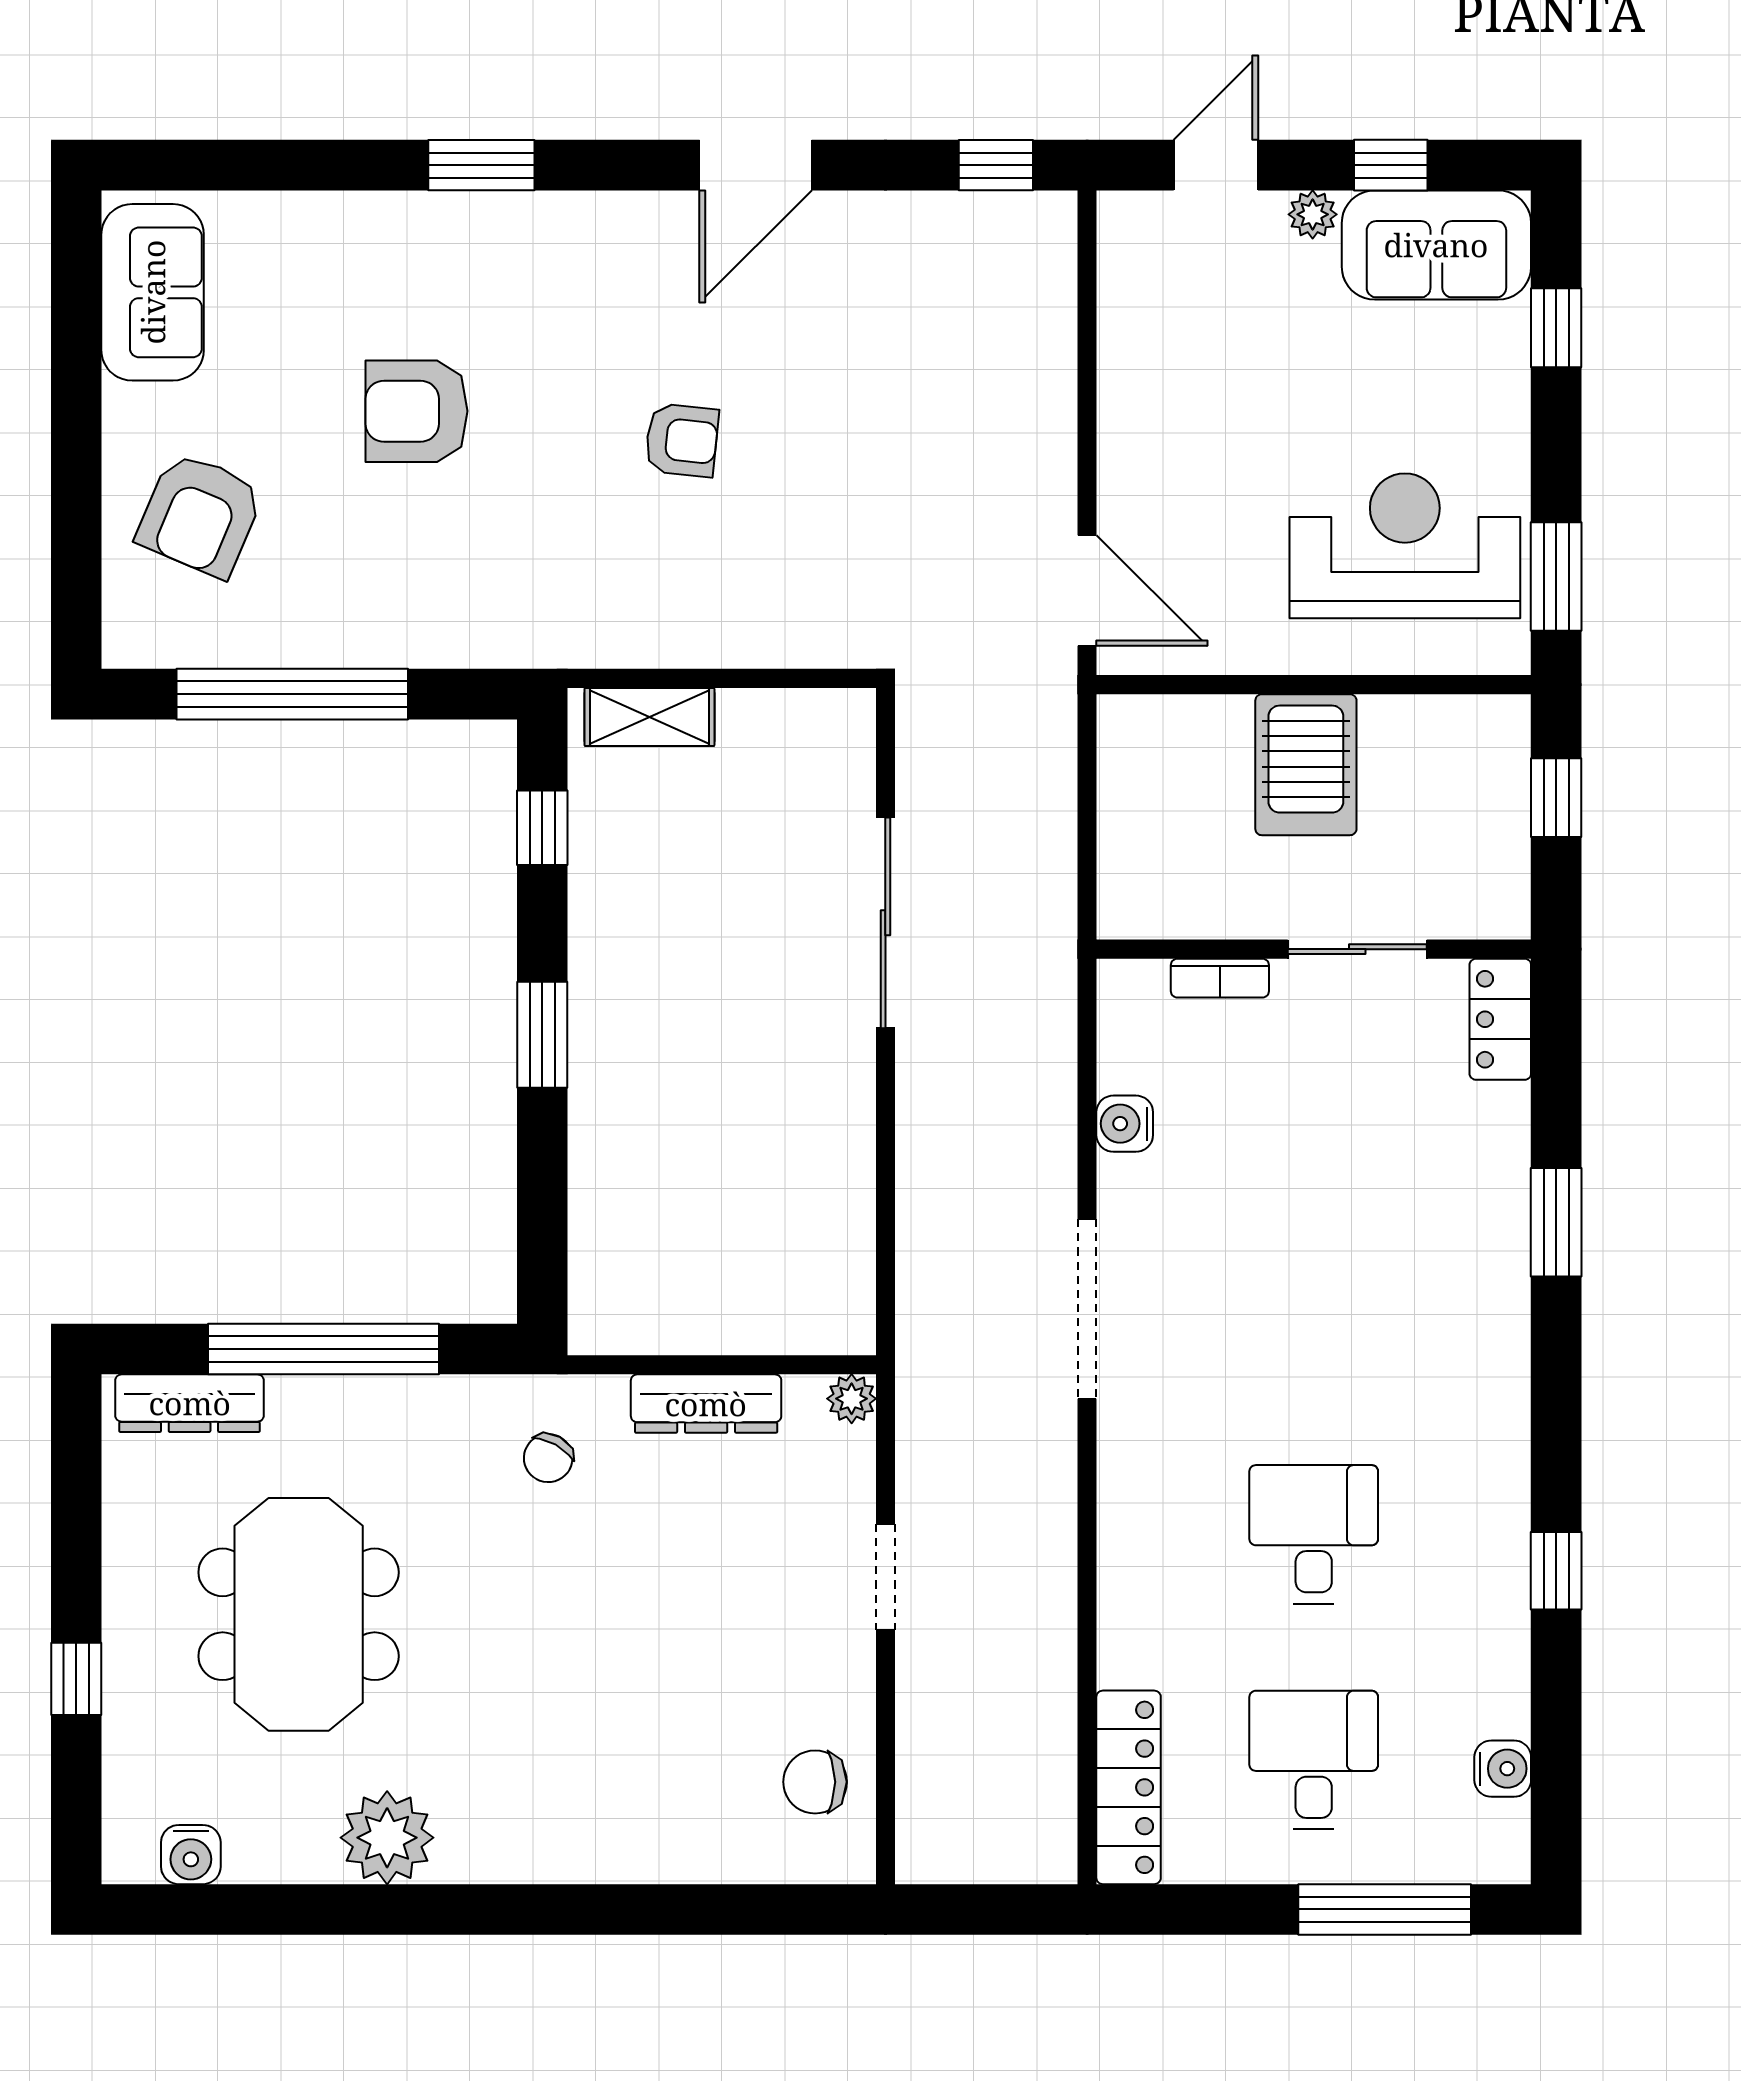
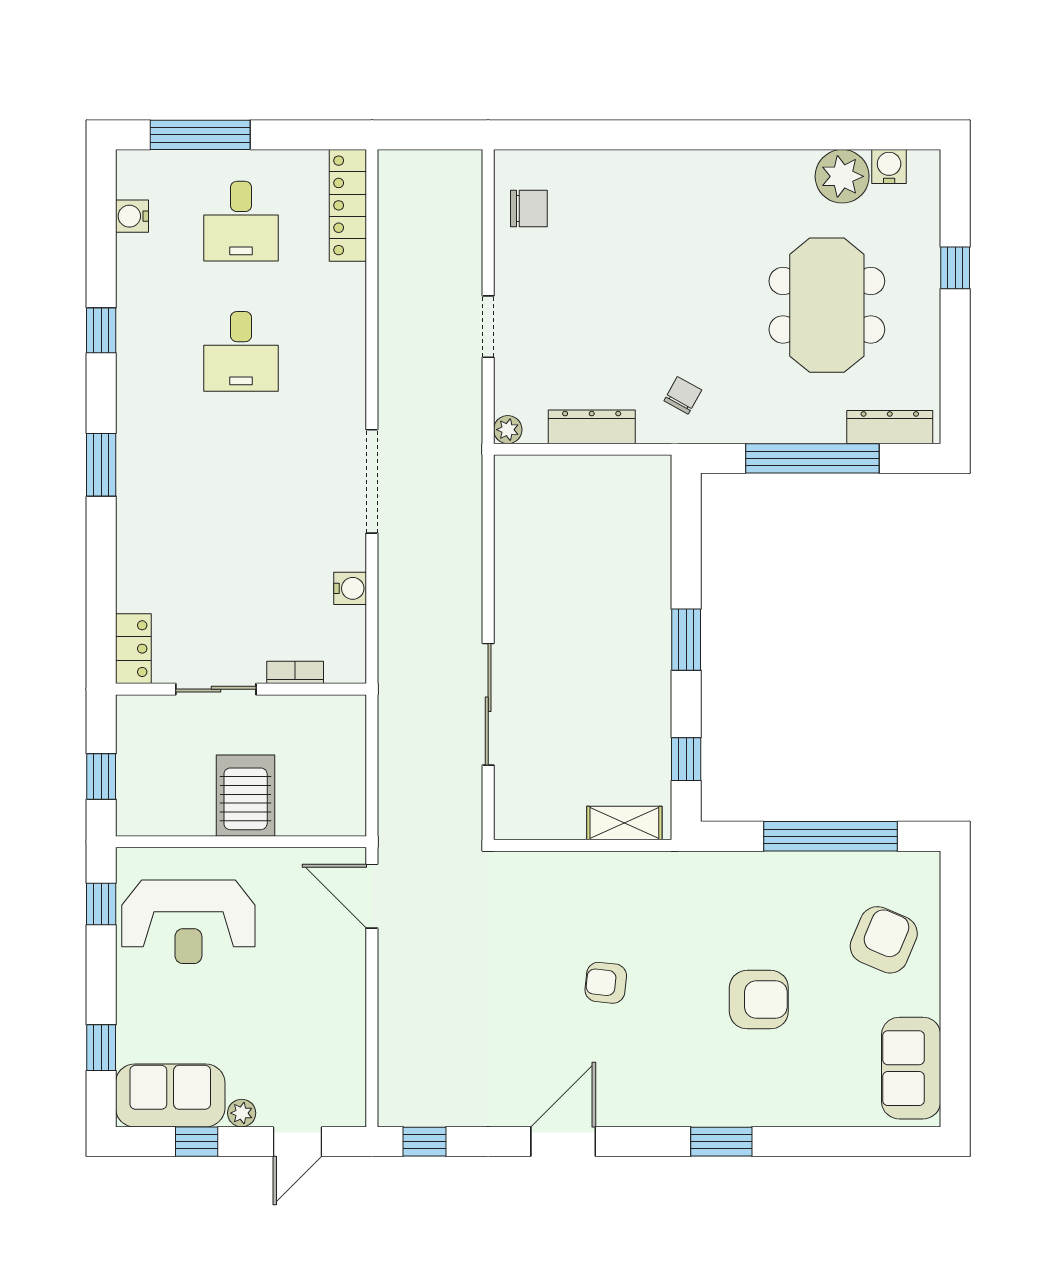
window: (1556, 577) -> (101, 904), width x0.67
window: (1556, 1222) -> (101, 465), moved
plant: (387, 1838) -> (842, 176), moved

